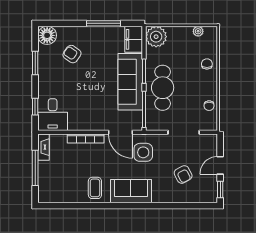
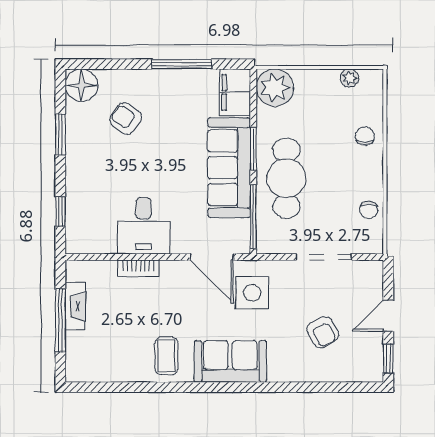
desk: (53, 115) -> (144, 226), moved
bookcase: (86, 138) -> (138, 268), width x0.64
fireplace: (44, 147) -> (75, 306), moved

